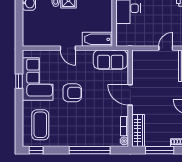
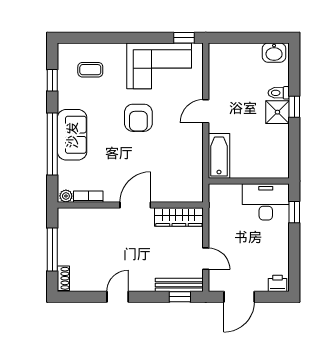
sofa: (110, 60) -> (72, 135), moved, turned 180
window: (19, 81) -> (184, 38), moved
coffee table: (40, 125) -> (90, 70), width x0.54, depth x0.58
wardrobe: (138, 131) -> (179, 217), moved
window: (36, 150) -> (52, 80), moved

